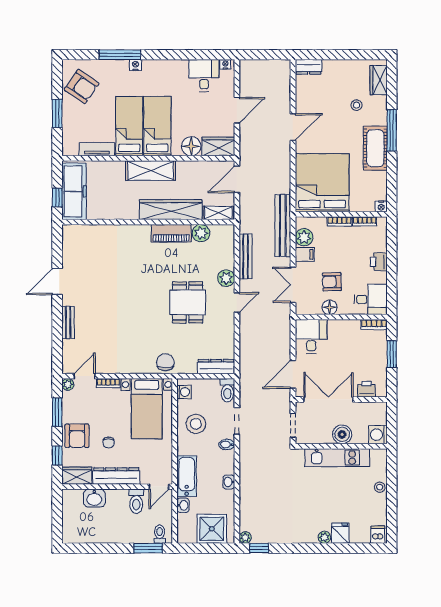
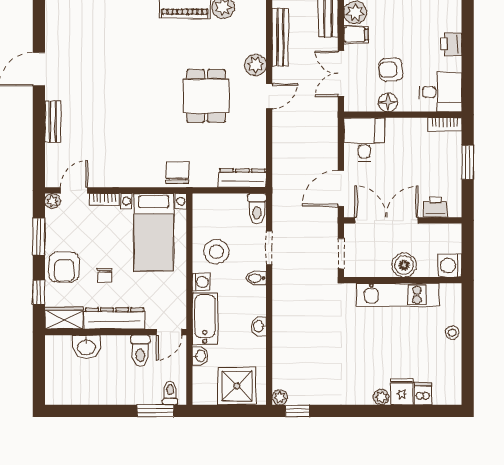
washing machine: (184, 392) -> (201, 282), moved
dishwasher: (378, 535) -> (423, 394), moved

